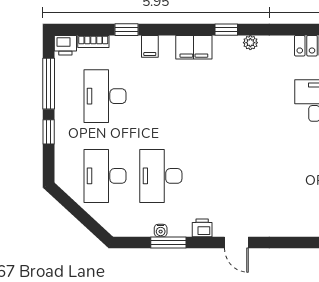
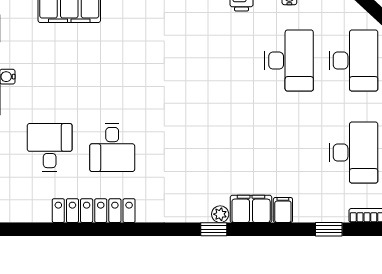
plant: (250, 43) -> (220, 214), moved
filing cabinet: (150, 46) -> (283, 210), moved

